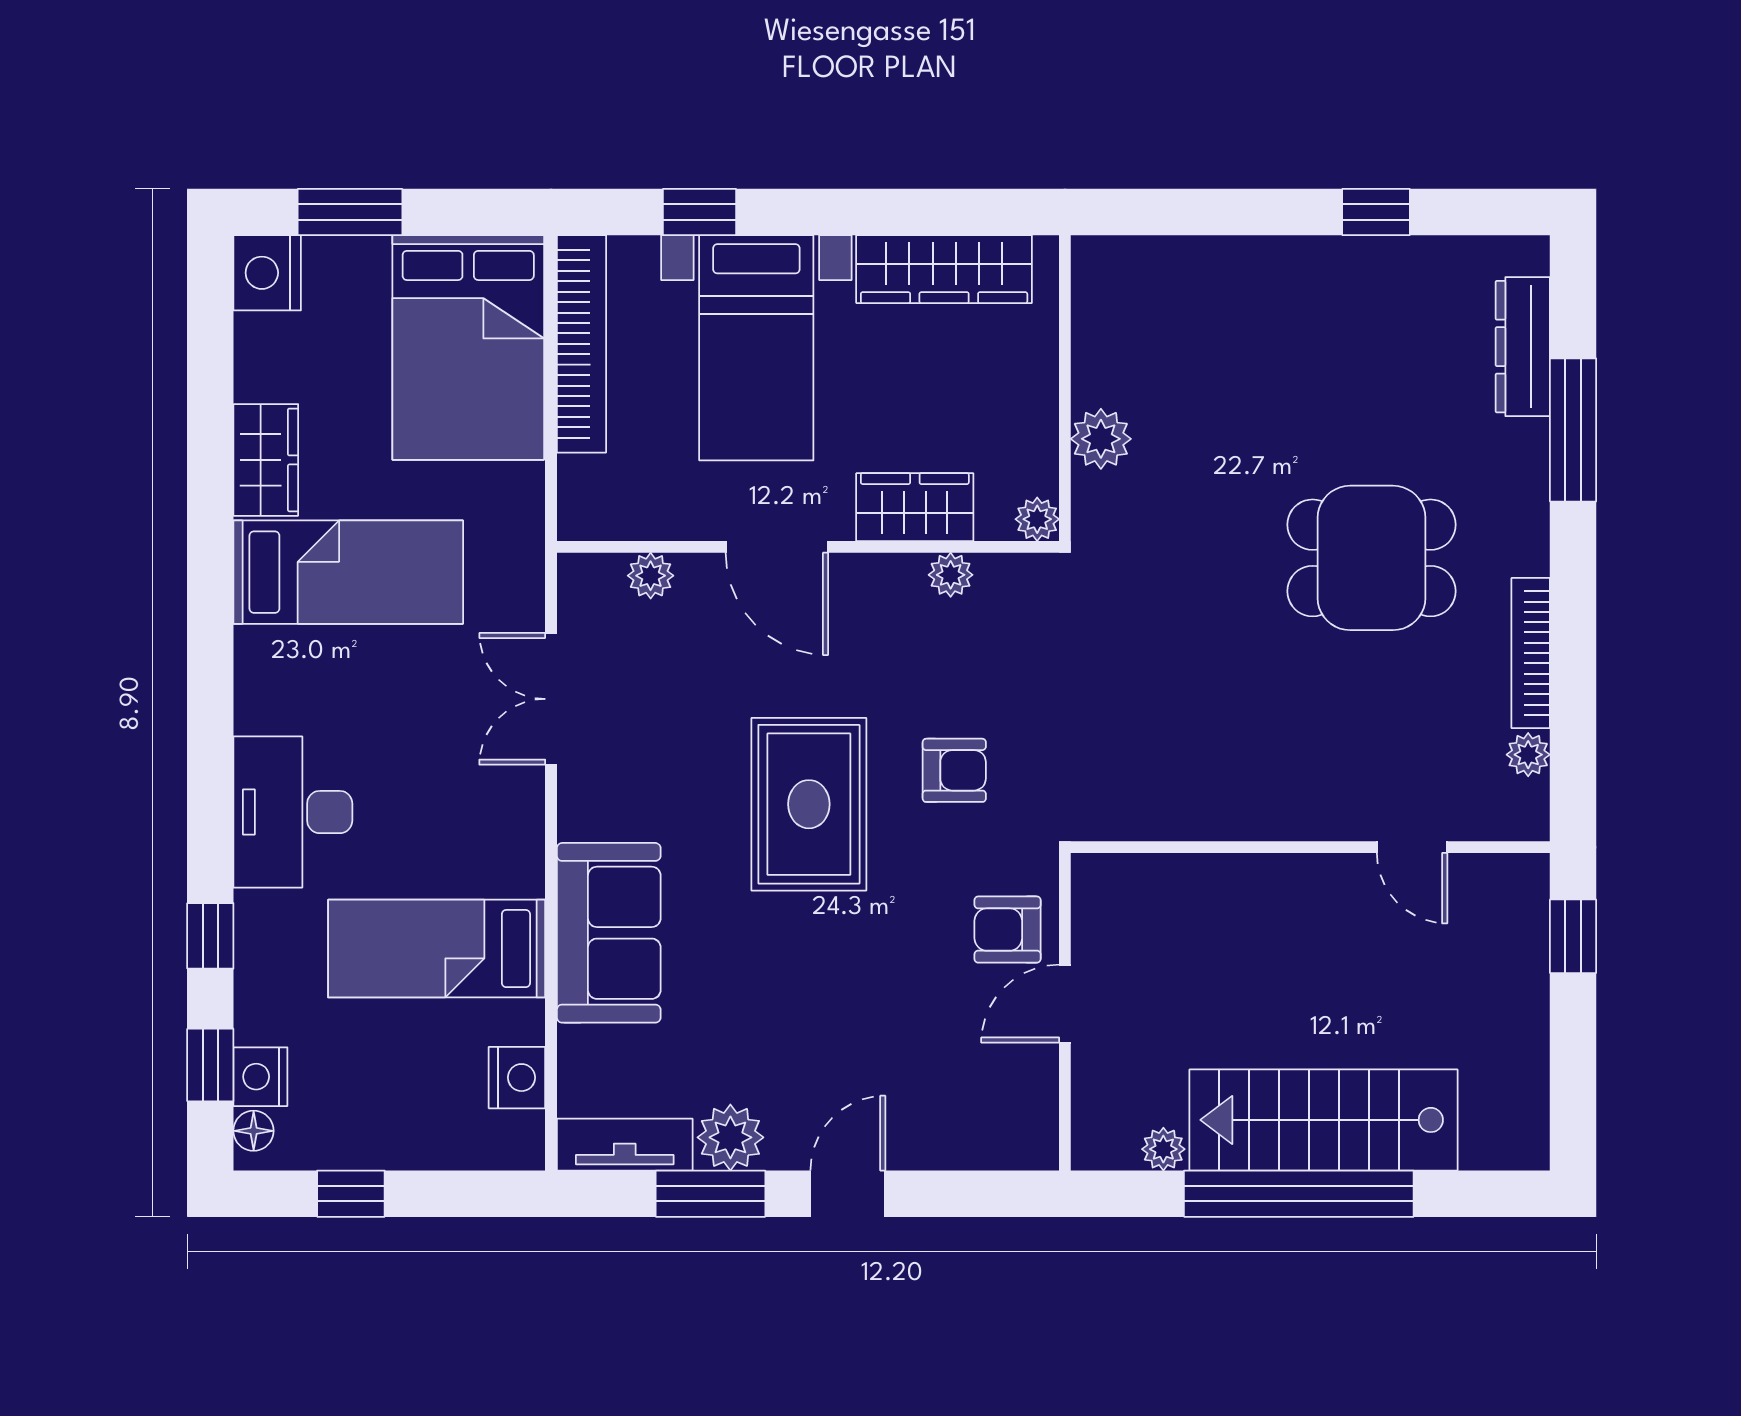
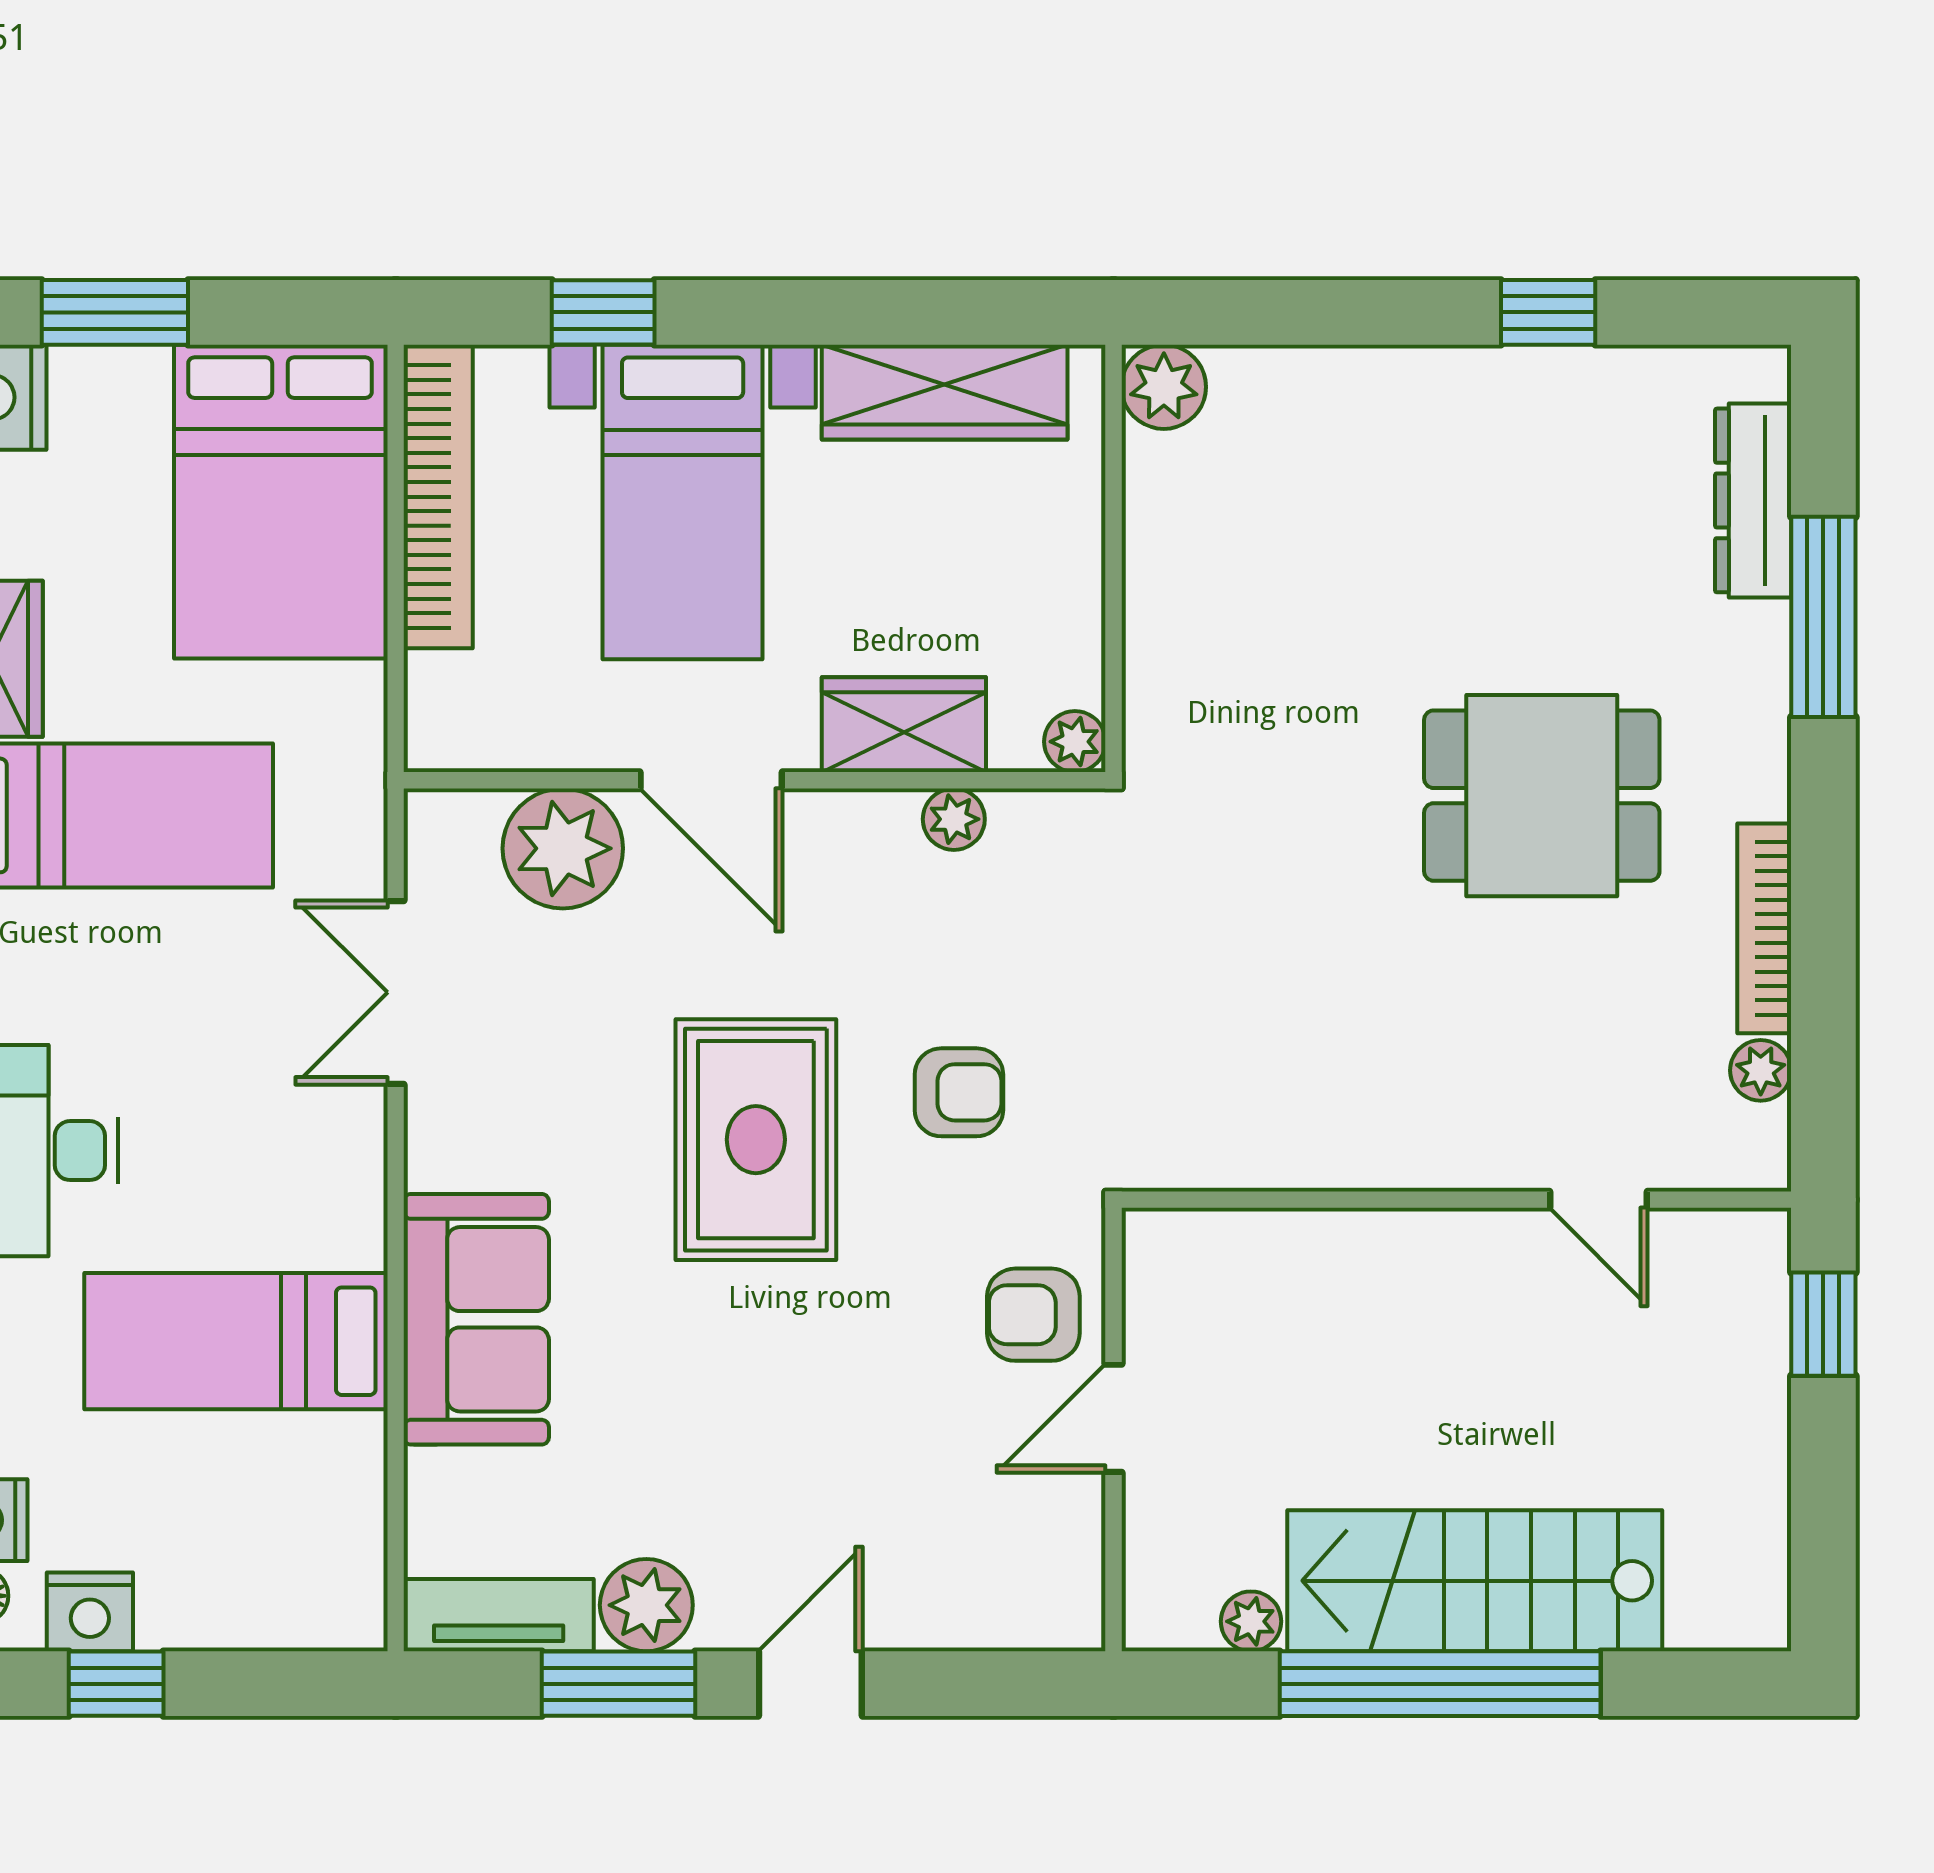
plant: (1101, 439) -> (1164, 387), moved
plant: (651, 576) -> (563, 848), width x1.87, depth x1.87
nightstand: (517, 1078) -> (90, 1612), moved, turned 90

